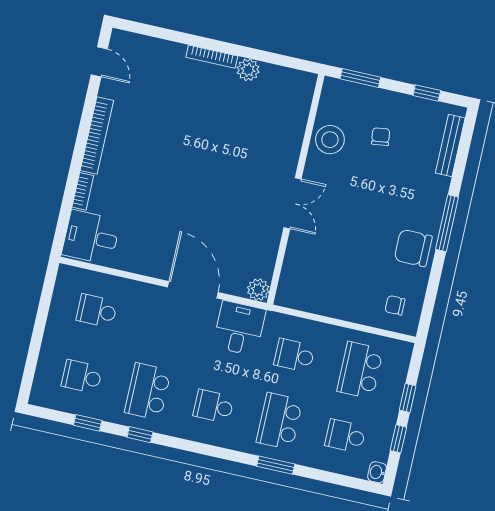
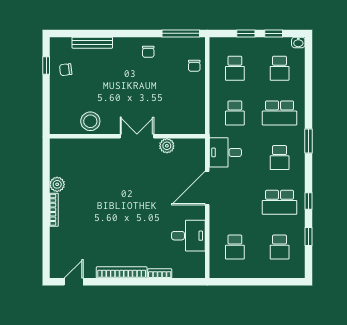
window: (360, 78) -> (46, 111), removed
chair: (381, 137) -> (66, 70), moved
bench: (450, 146) -> (92, 43), moved
window: (447, 223) -> (181, 33), moved
desk: (91, 237) -> (188, 236), moved, turned -90
chair: (413, 248) -> (148, 52), width x0.54, depth x0.54
plant: (258, 290) -> (167, 146), moved
chair: (395, 305) -> (194, 66), moved
school desk: (360, 370) -> (235, 68), width x0.54
window: (276, 465) -> (309, 141), moved

